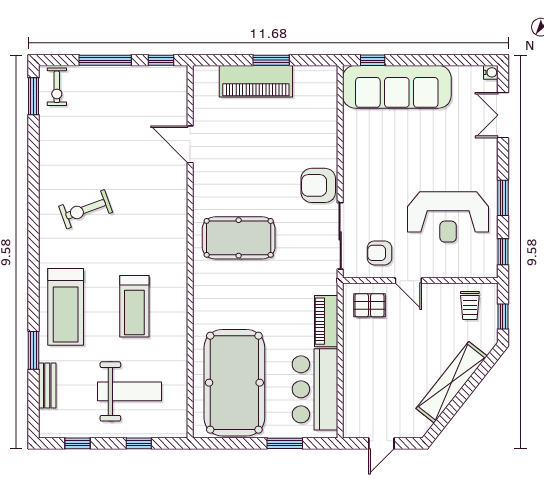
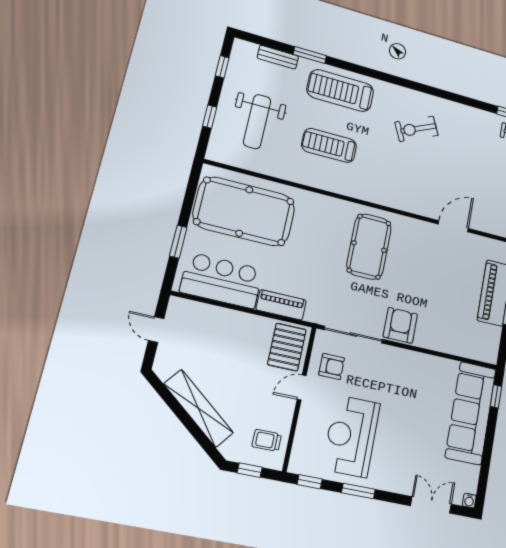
exercise bike: (86, 209) -> (416, 129), turned -95
armchair: (380, 253) -> (332, 366), turned 90
pallet: (369, 305) -> (287, 347), width x1.50, depth x1.42

